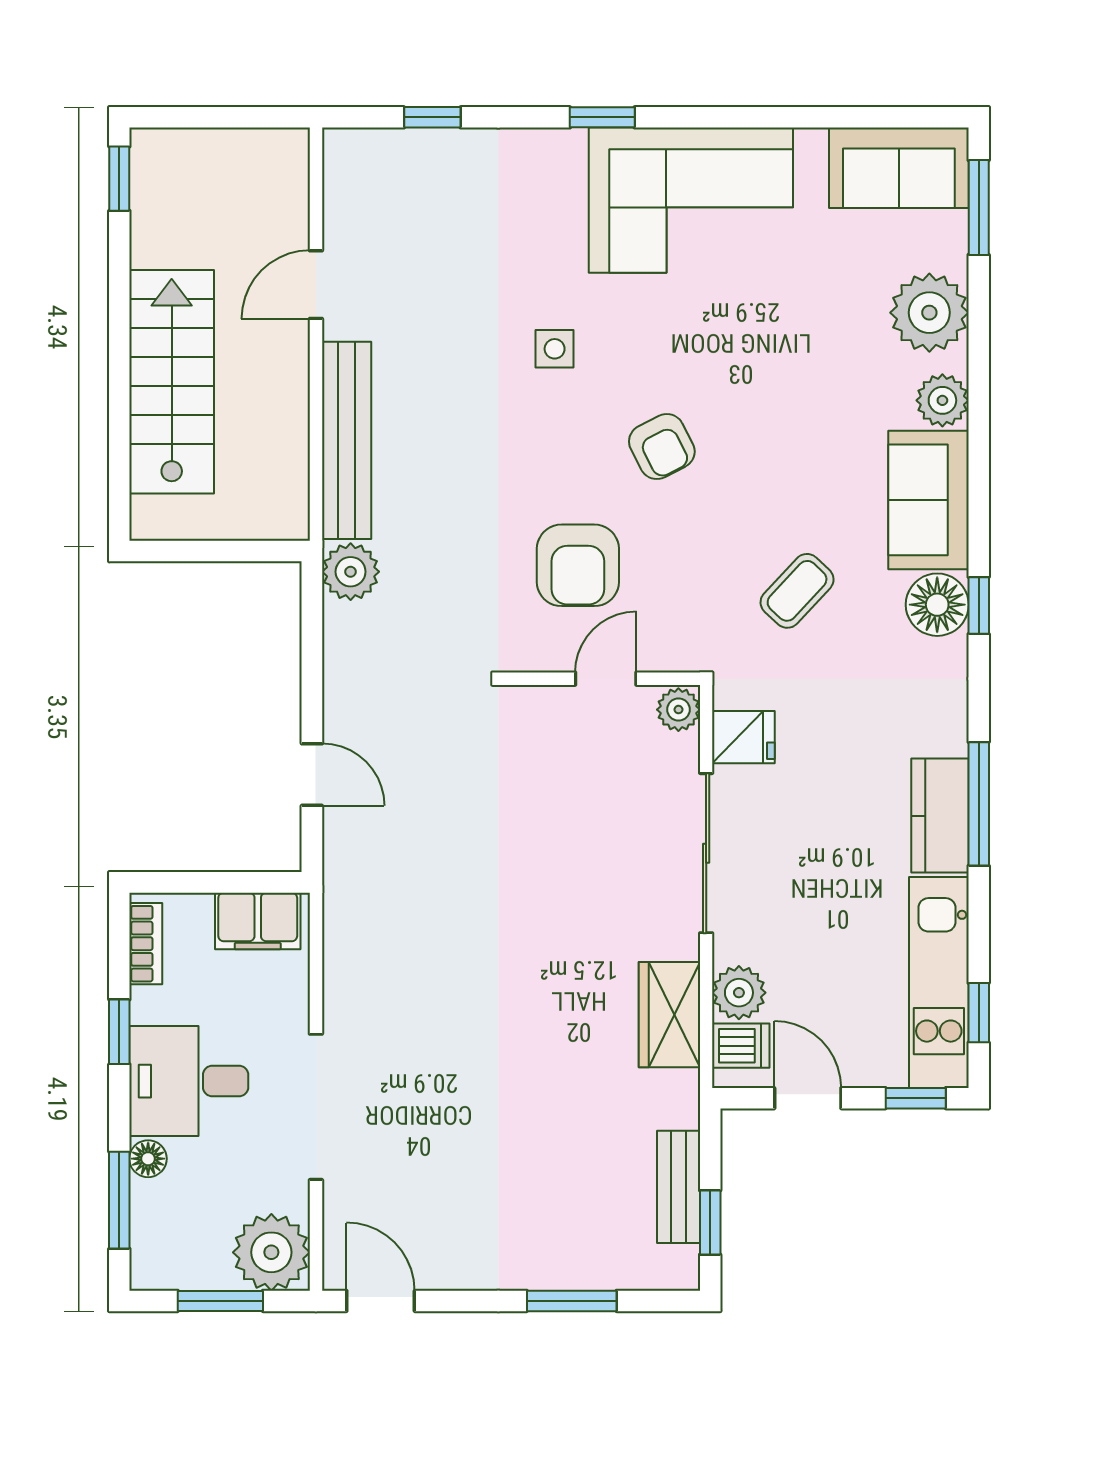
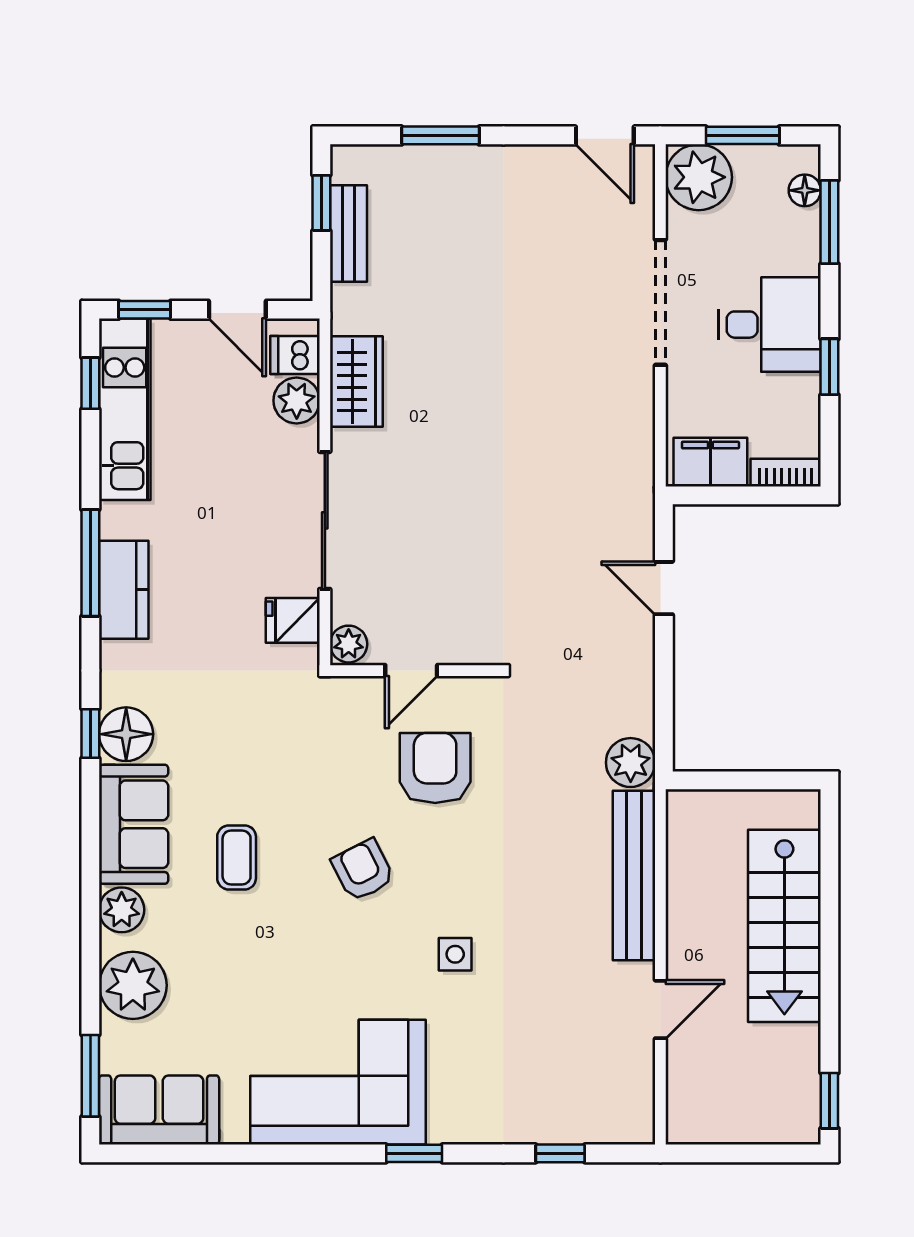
coffee table: (797, 591) -> (237, 857), moved, turned -43
kitchen counter: (940, 816) -> (124, 590), moved
bookcase: (146, 944) -> (786, 473), moved, turned 90
floor lamp: (148, 1159) -> (805, 190), moved

